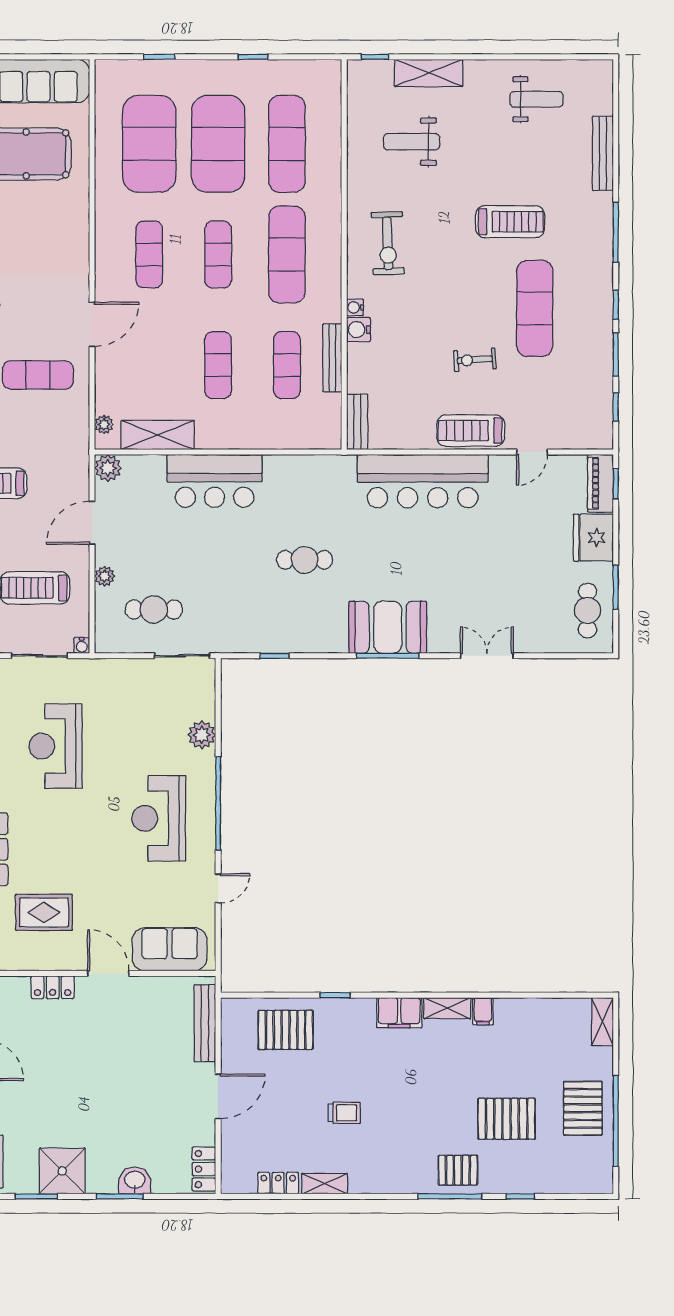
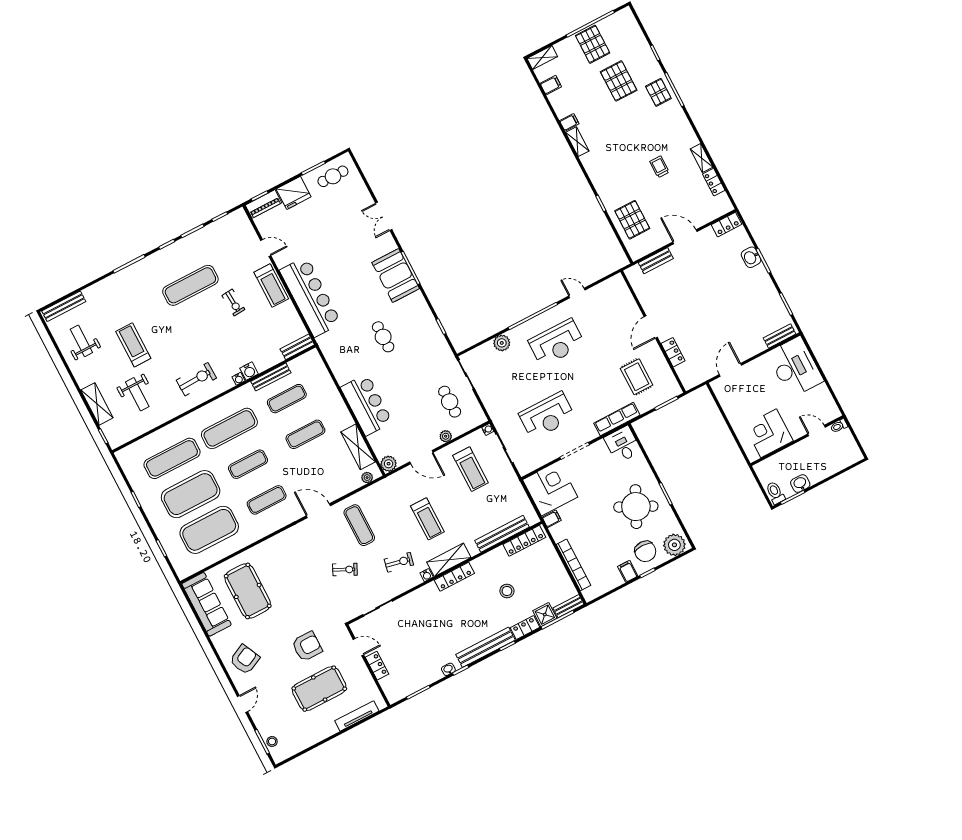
bench: (603, 153) -> (64, 306), moved
treadmill: (510, 222) -> (133, 345), moved
sofa: (170, 949) -> (622, 302), removed
filing cabinet: (399, 1013) -> (551, 85), moved, width x0.50
bench: (205, 1023) -> (656, 261), width x0.73
pallet: (583, 1108) -> (593, 44), turned 90
shower: (62, 1171) -> (766, 297), removed

